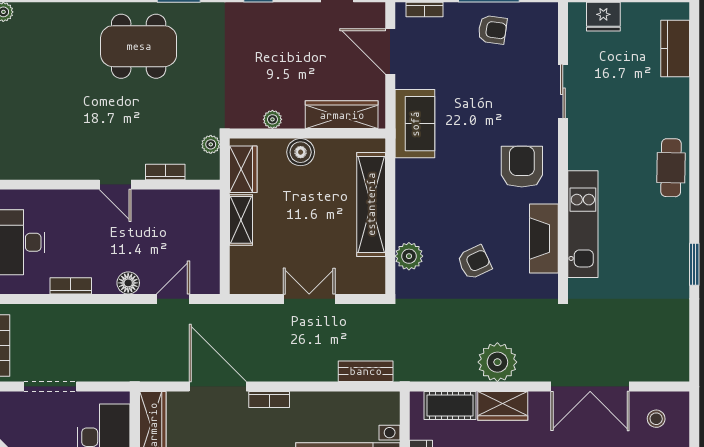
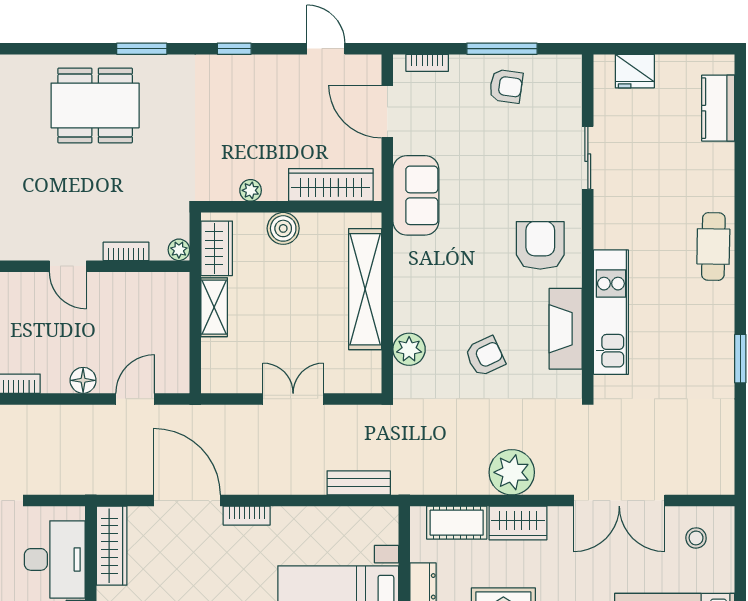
plant: (211, 144) -> (179, 250), moved

